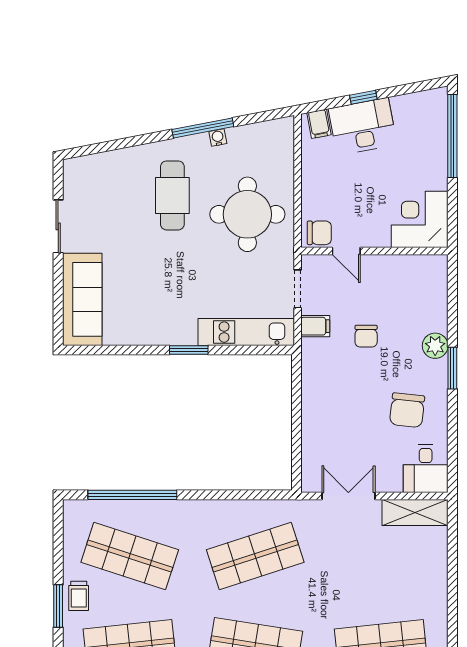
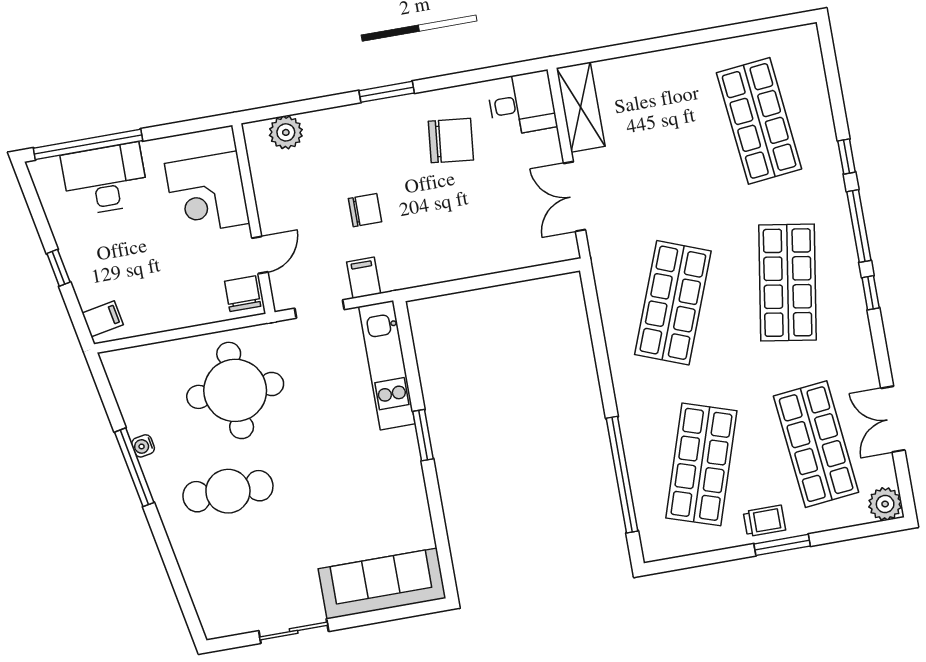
desk: (363, 127) -> (105, 179), moved, turned 101
corner desk: (420, 219) -> (207, 193), moved
plant: (435, 346) -> (286, 132), moved
shop shelf: (255, 556) -> (673, 303), turned 39

